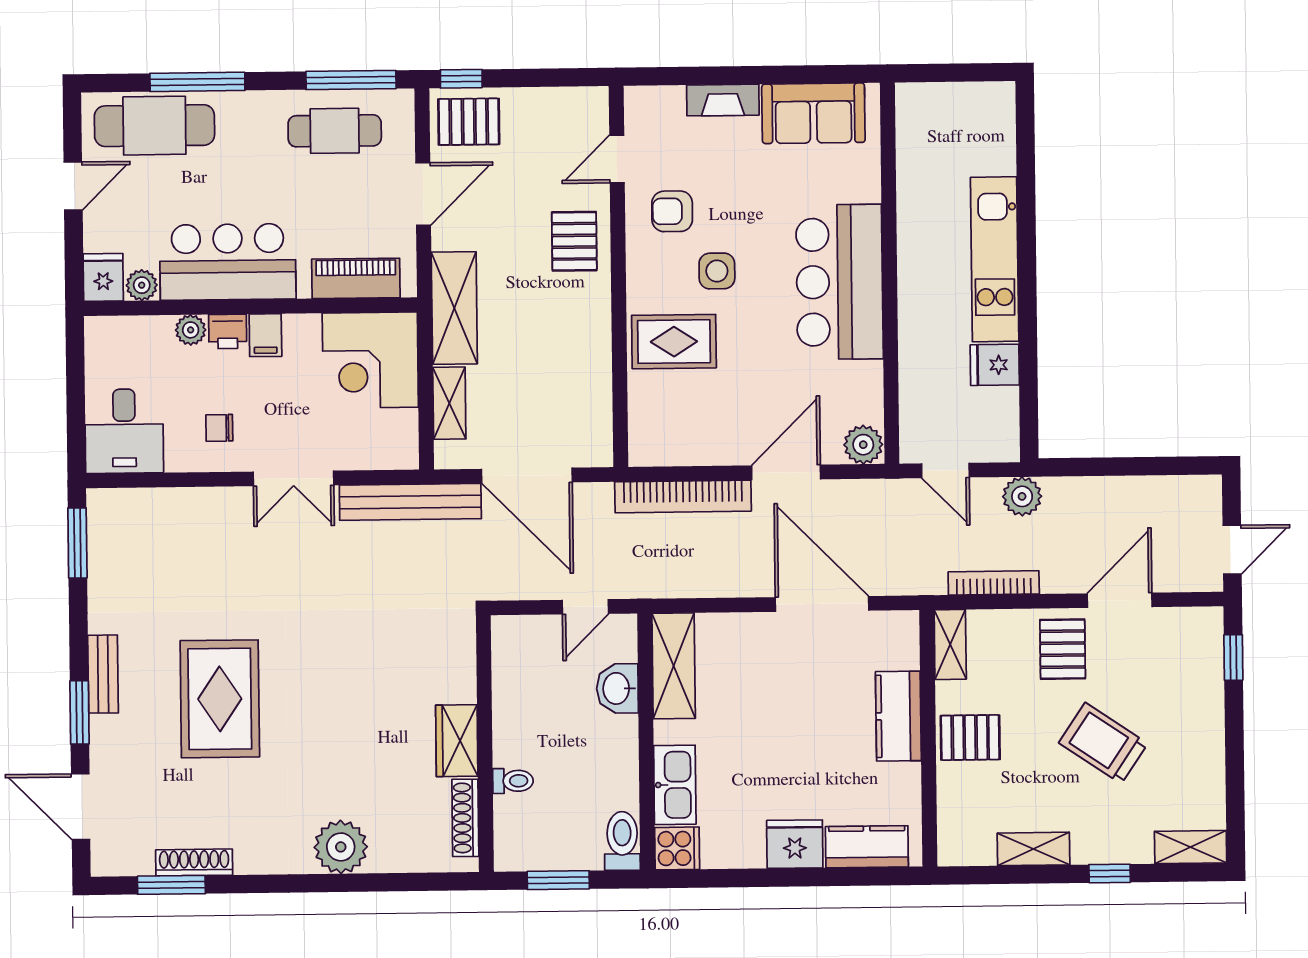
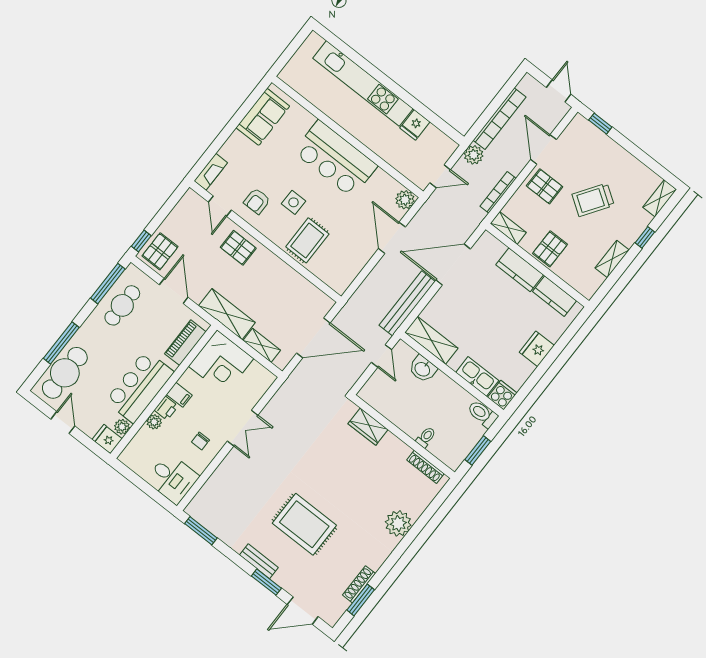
fireplace: (723, 100) -> (211, 172), moved
kitchen unit: (995, 259) -> (363, 83), width x1.36
bookcase: (683, 496) -> (500, 119), moved
bench: (410, 502) -> (407, 303), moved
wardrobe: (457, 741) -> (368, 427), moved
kitchen counter: (867, 847) -> (555, 296), moved, turned -90

